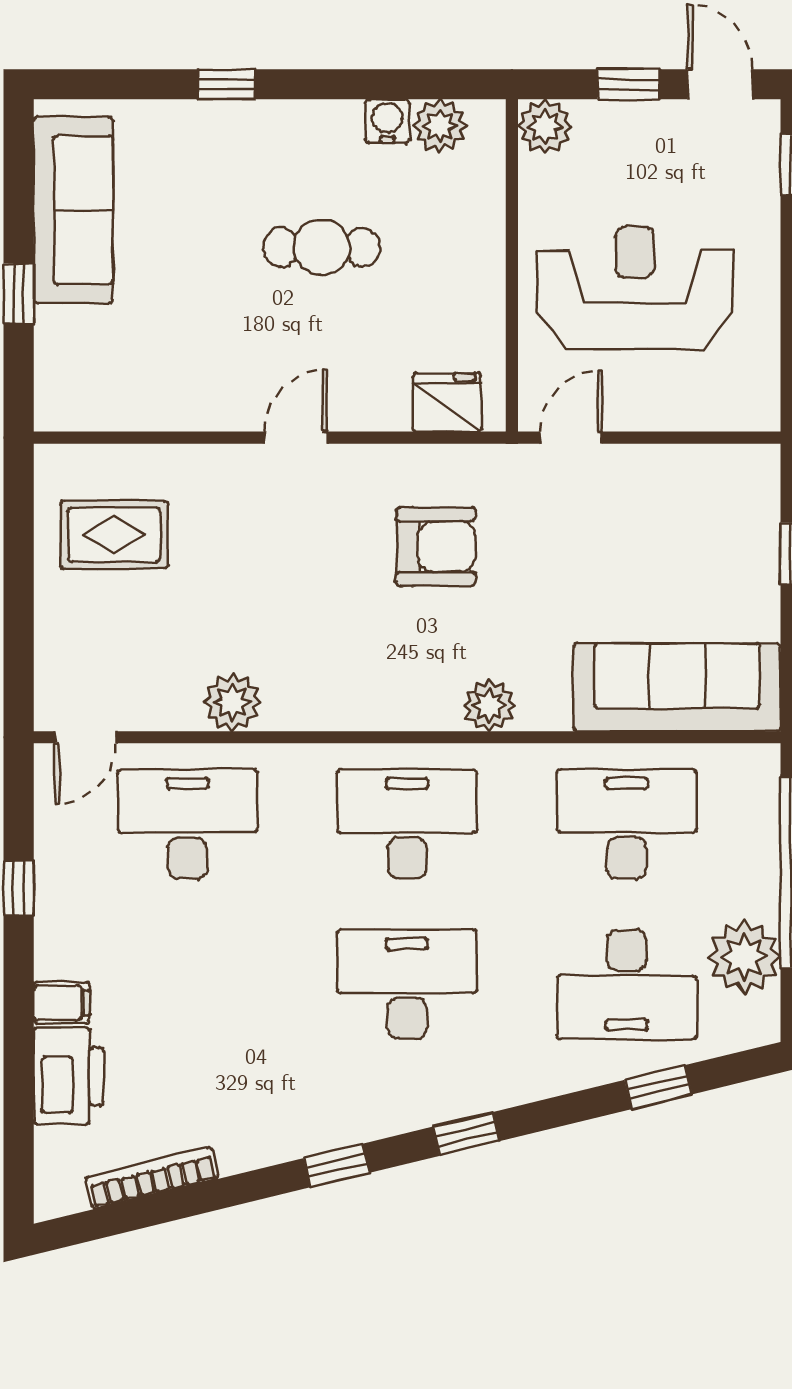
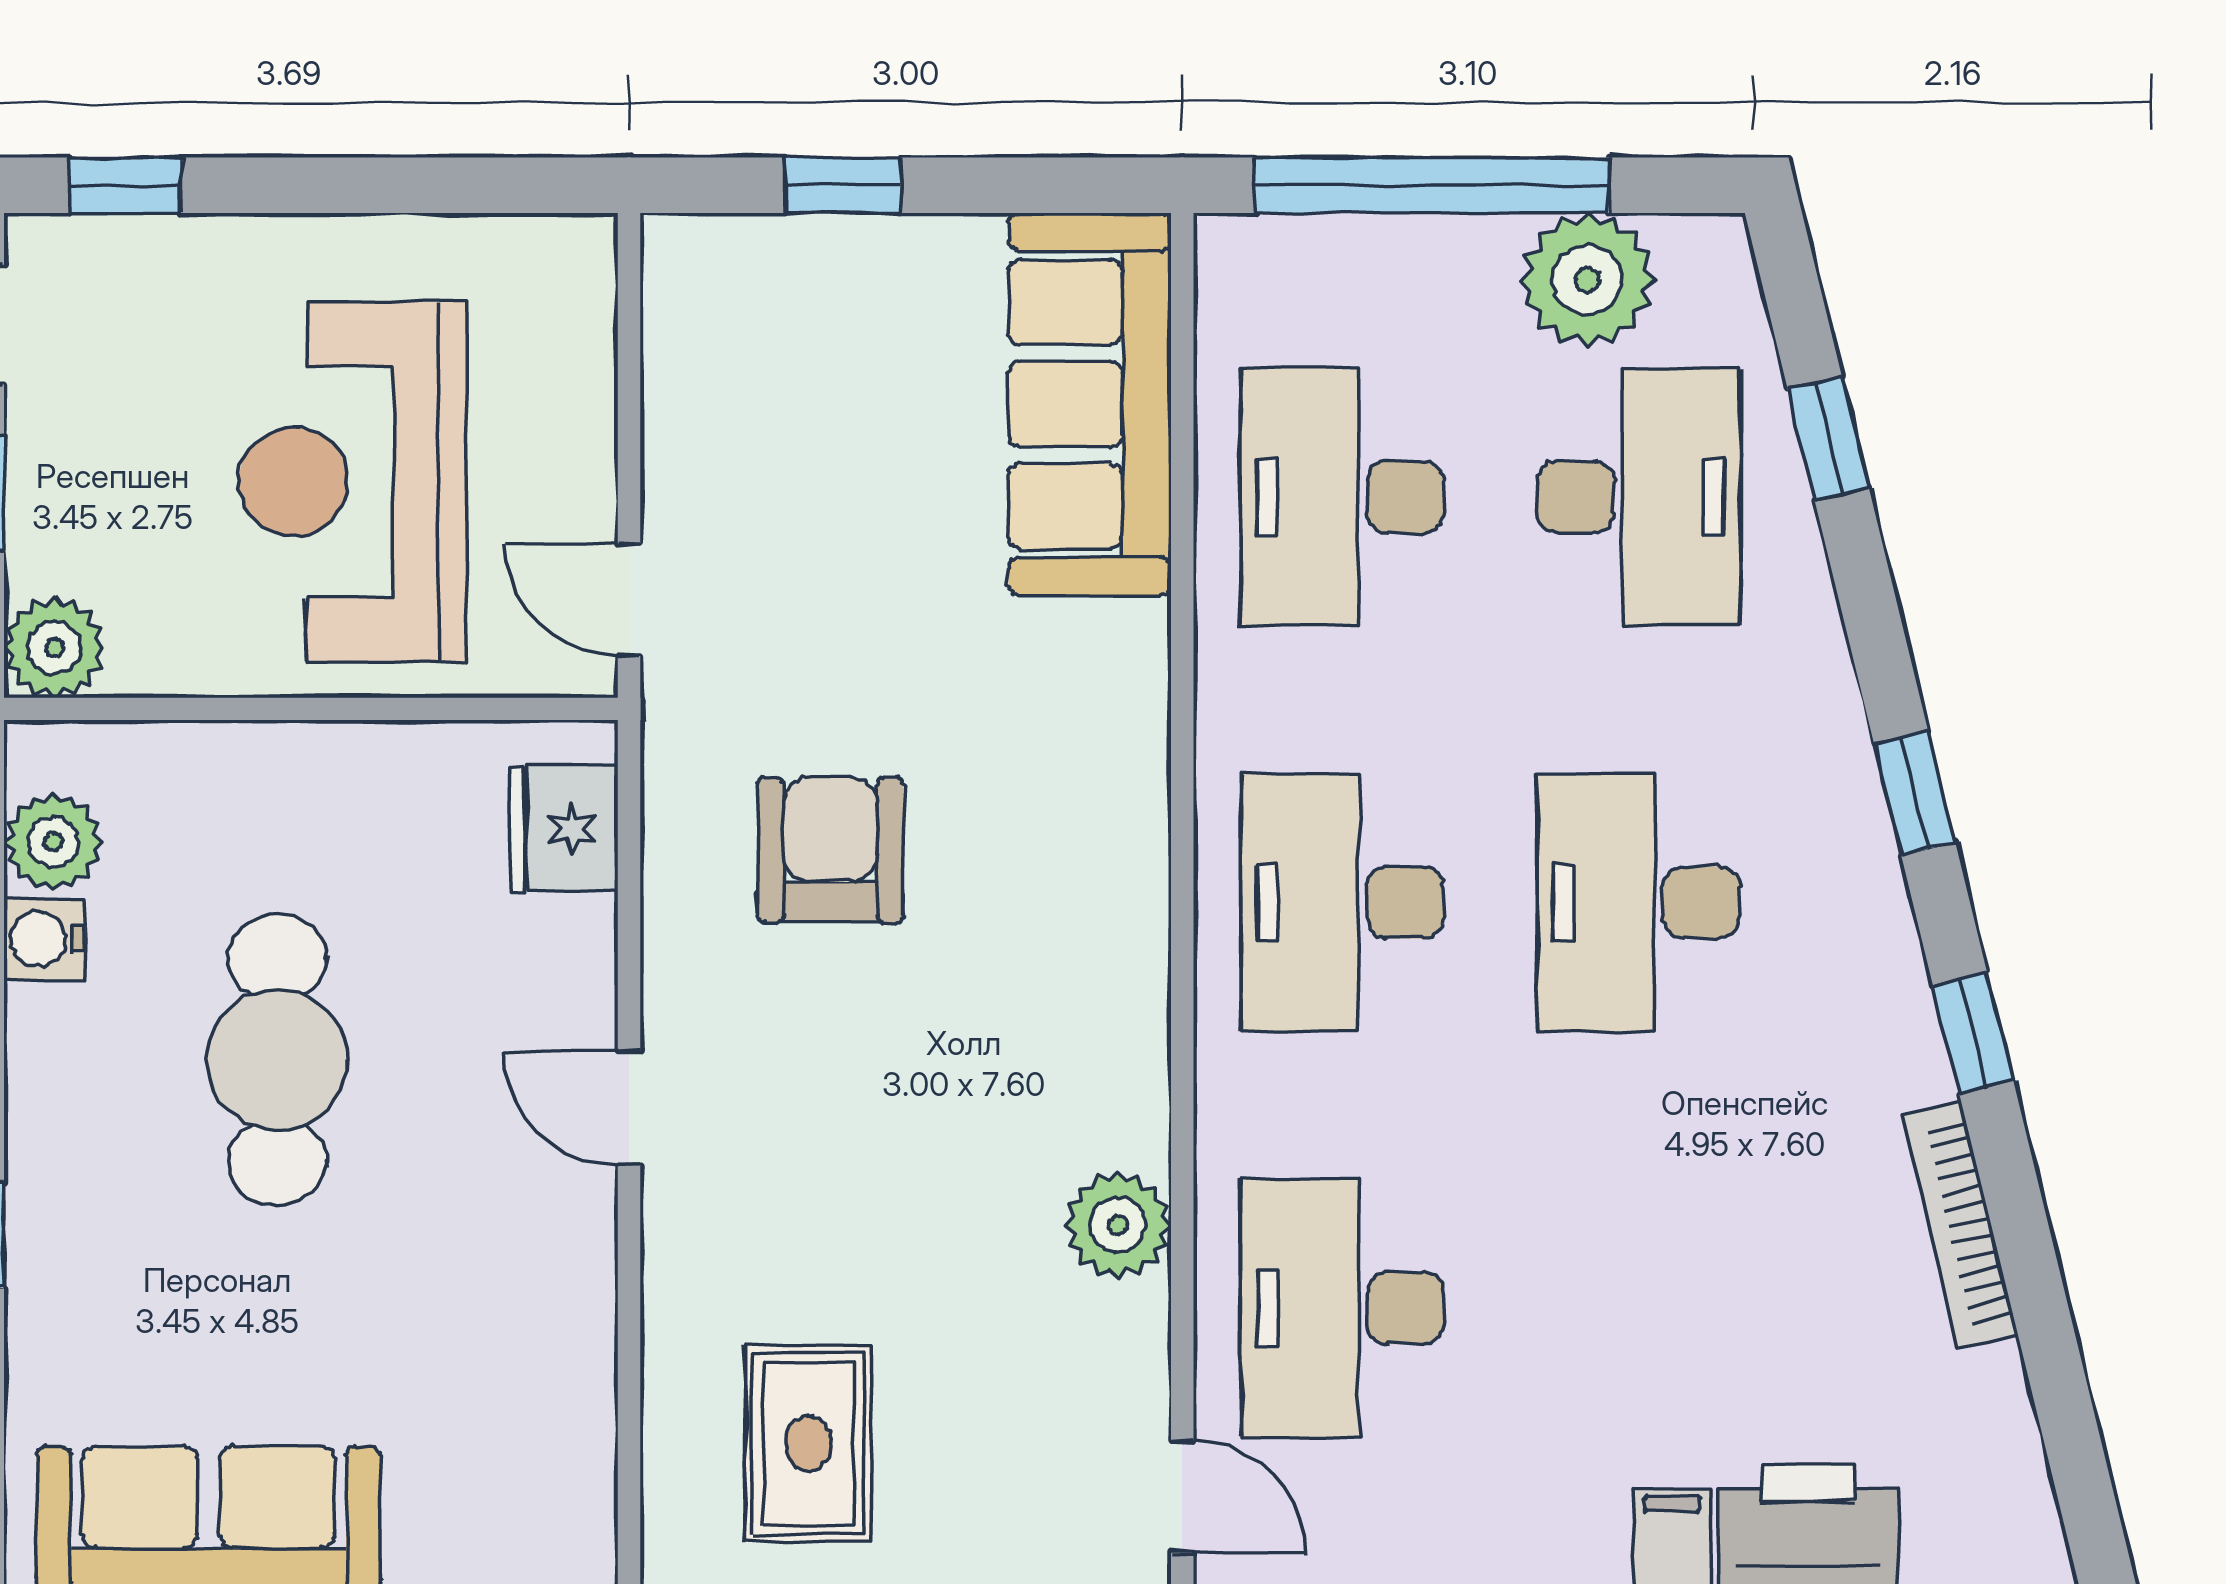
cafe table: (322, 247) -> (277, 1060), width x1.37, depth x1.35
plant: (489, 706) -> (1124, 751), removed
bookcase: (152, 1178) -> (1960, 1225), moved

